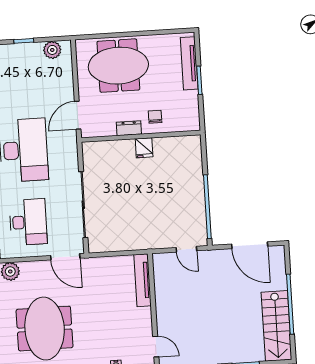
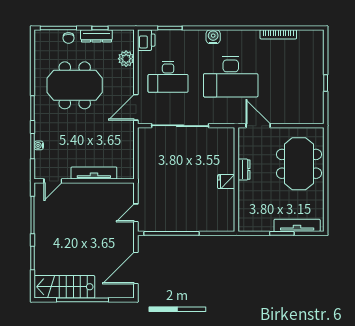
plant: (52, 50) -> (316, 107), removed
chair: (155, 117) -> (252, 193), removed
tv unit: (143, 280) -> (94, 173), moved

